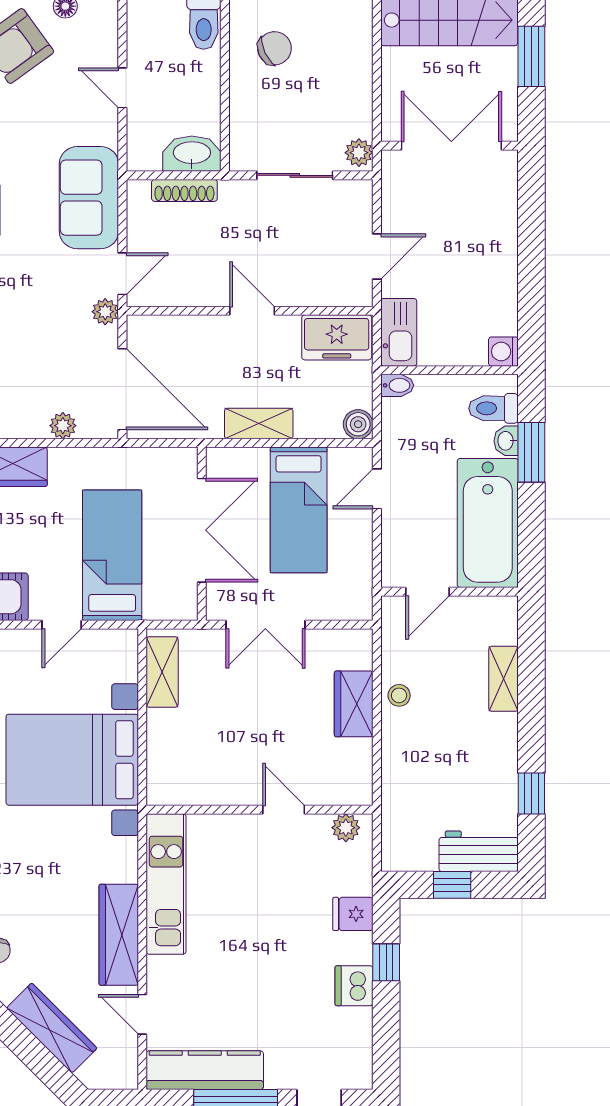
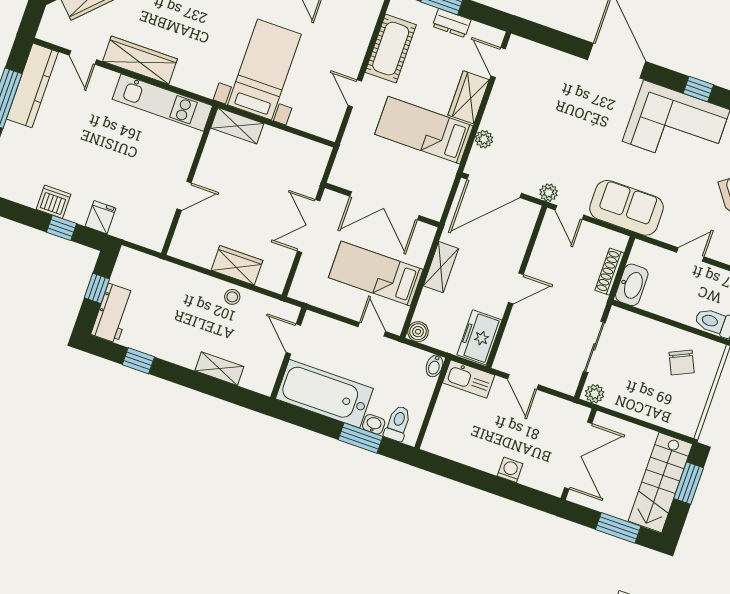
washing machine: (503, 352) -> (510, 470), moved
bed: (112, 555) -> (424, 130), moved, turned 180
shelving: (162, 672) -> (237, 126), moved
bed with nightstands: (72, 760) -> (264, 70), width x0.73
plant: (346, 828) -> (158, 232), removed
door: (142, 1014) -> (83, 57), swing flipped

